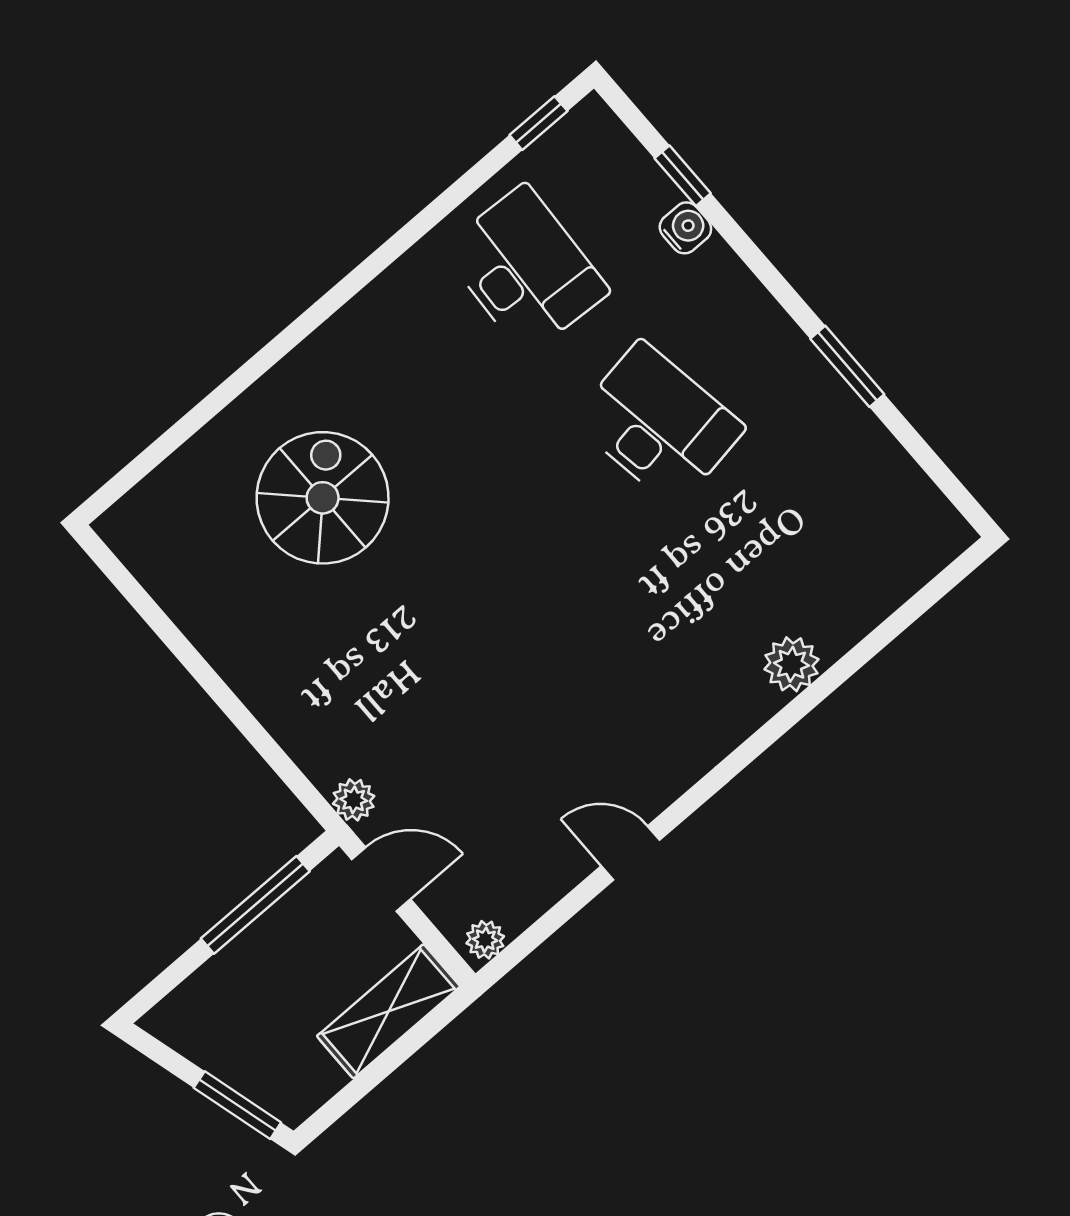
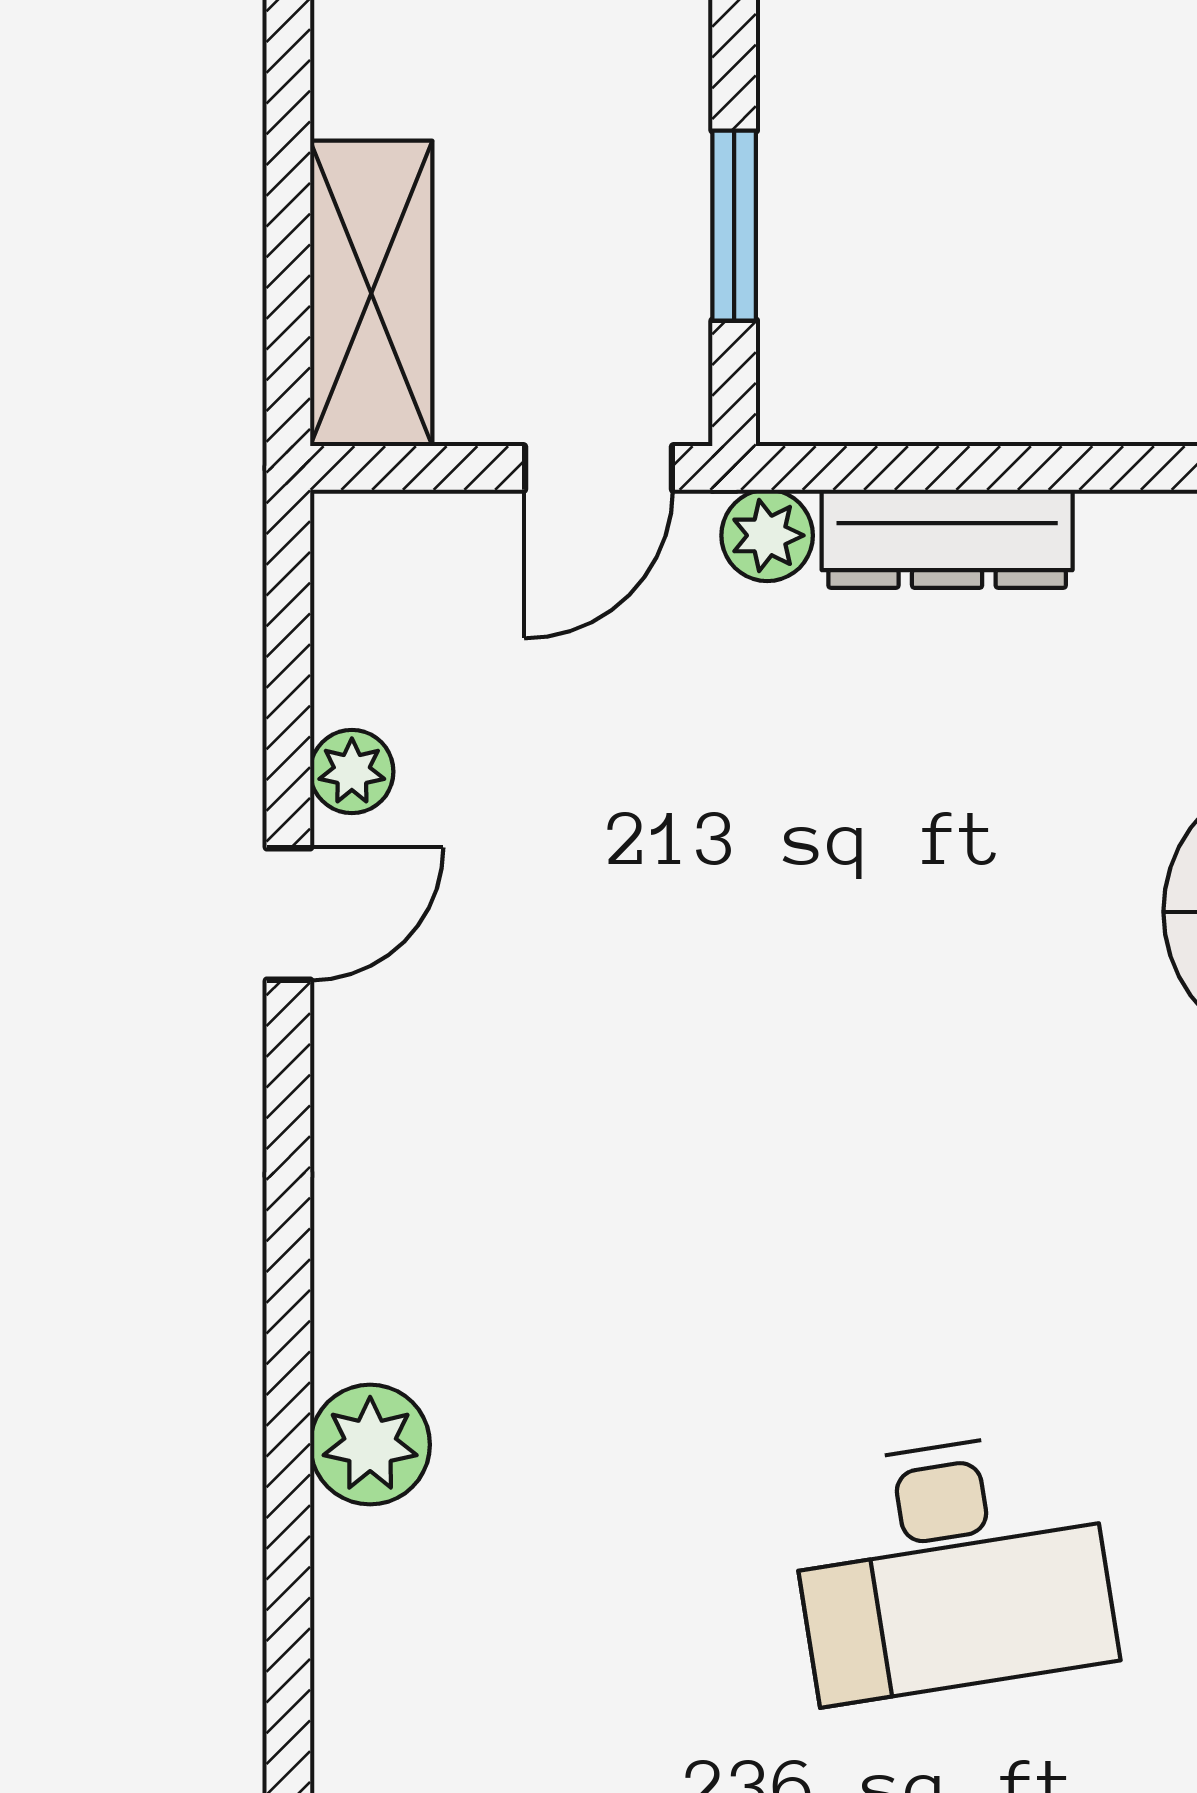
dresser: (301, 736) -> (947, 539), added
window: (255, 905) -> (734, 226), width x0.69
plant: (485, 940) -> (352, 772), moved

